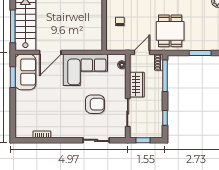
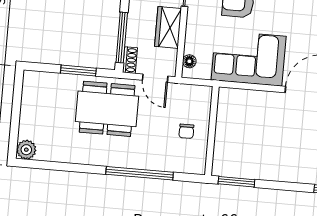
dining table: (170, 31) -> (107, 109), width x1.38
door: (142, 52) -> (155, 78), hinge flipped
window: (200, 53) -> (78, 71), moved

